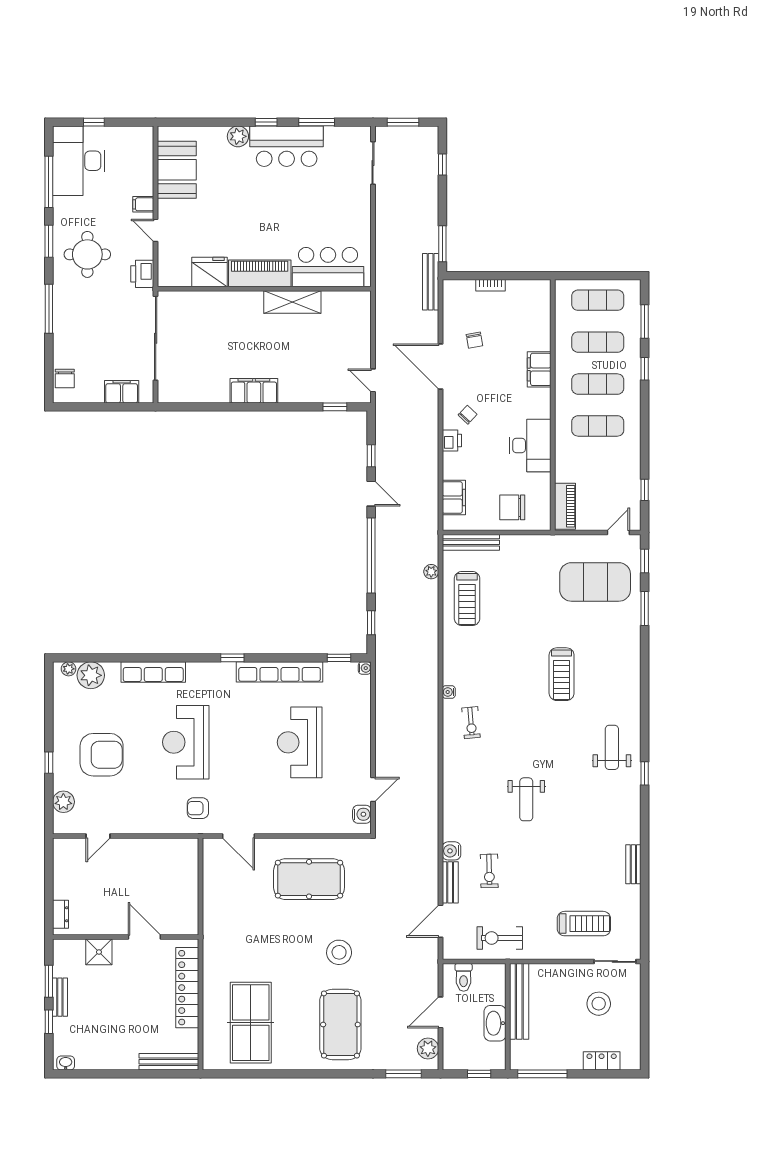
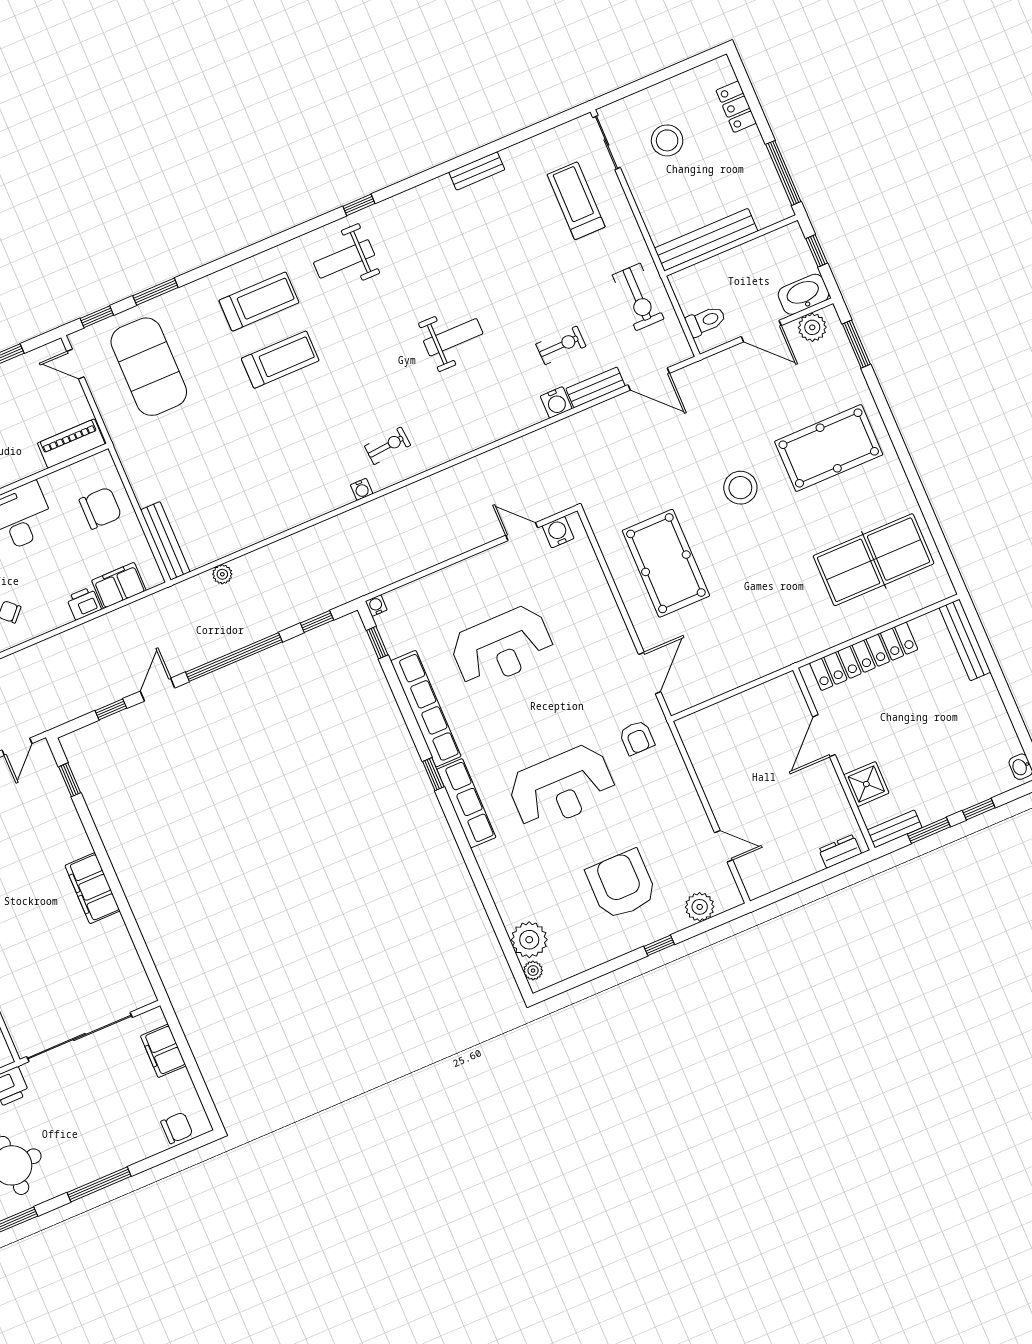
printer: (452, 440) -> (84, 603), moved
chair: (512, 507) -> (100, 508), turned -90
treadmill: (467, 599) -> (259, 302), moved
row of seats: (153, 672) -> (466, 803), moved
bench: (60, 997) -> (895, 829), moved
washbasin: (495, 1023) -> (804, 294), moved, turned 180

